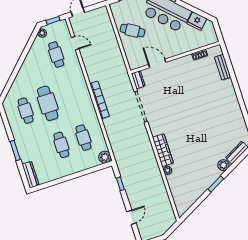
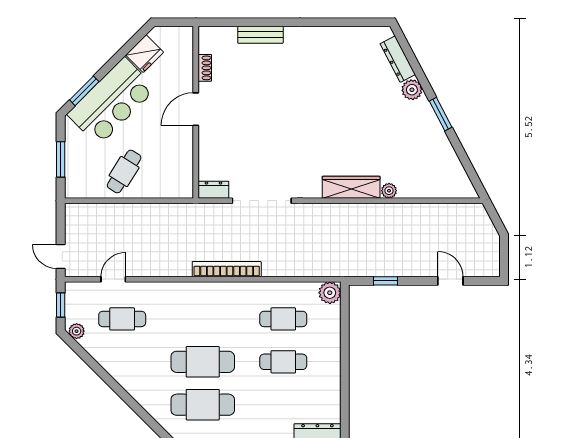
door: (157, 63) -> (196, 109), moved
bench: (223, 67) -> (260, 35), moved
cafe table: (26, 111) -> (203, 405), width x1.37, depth x1.35

